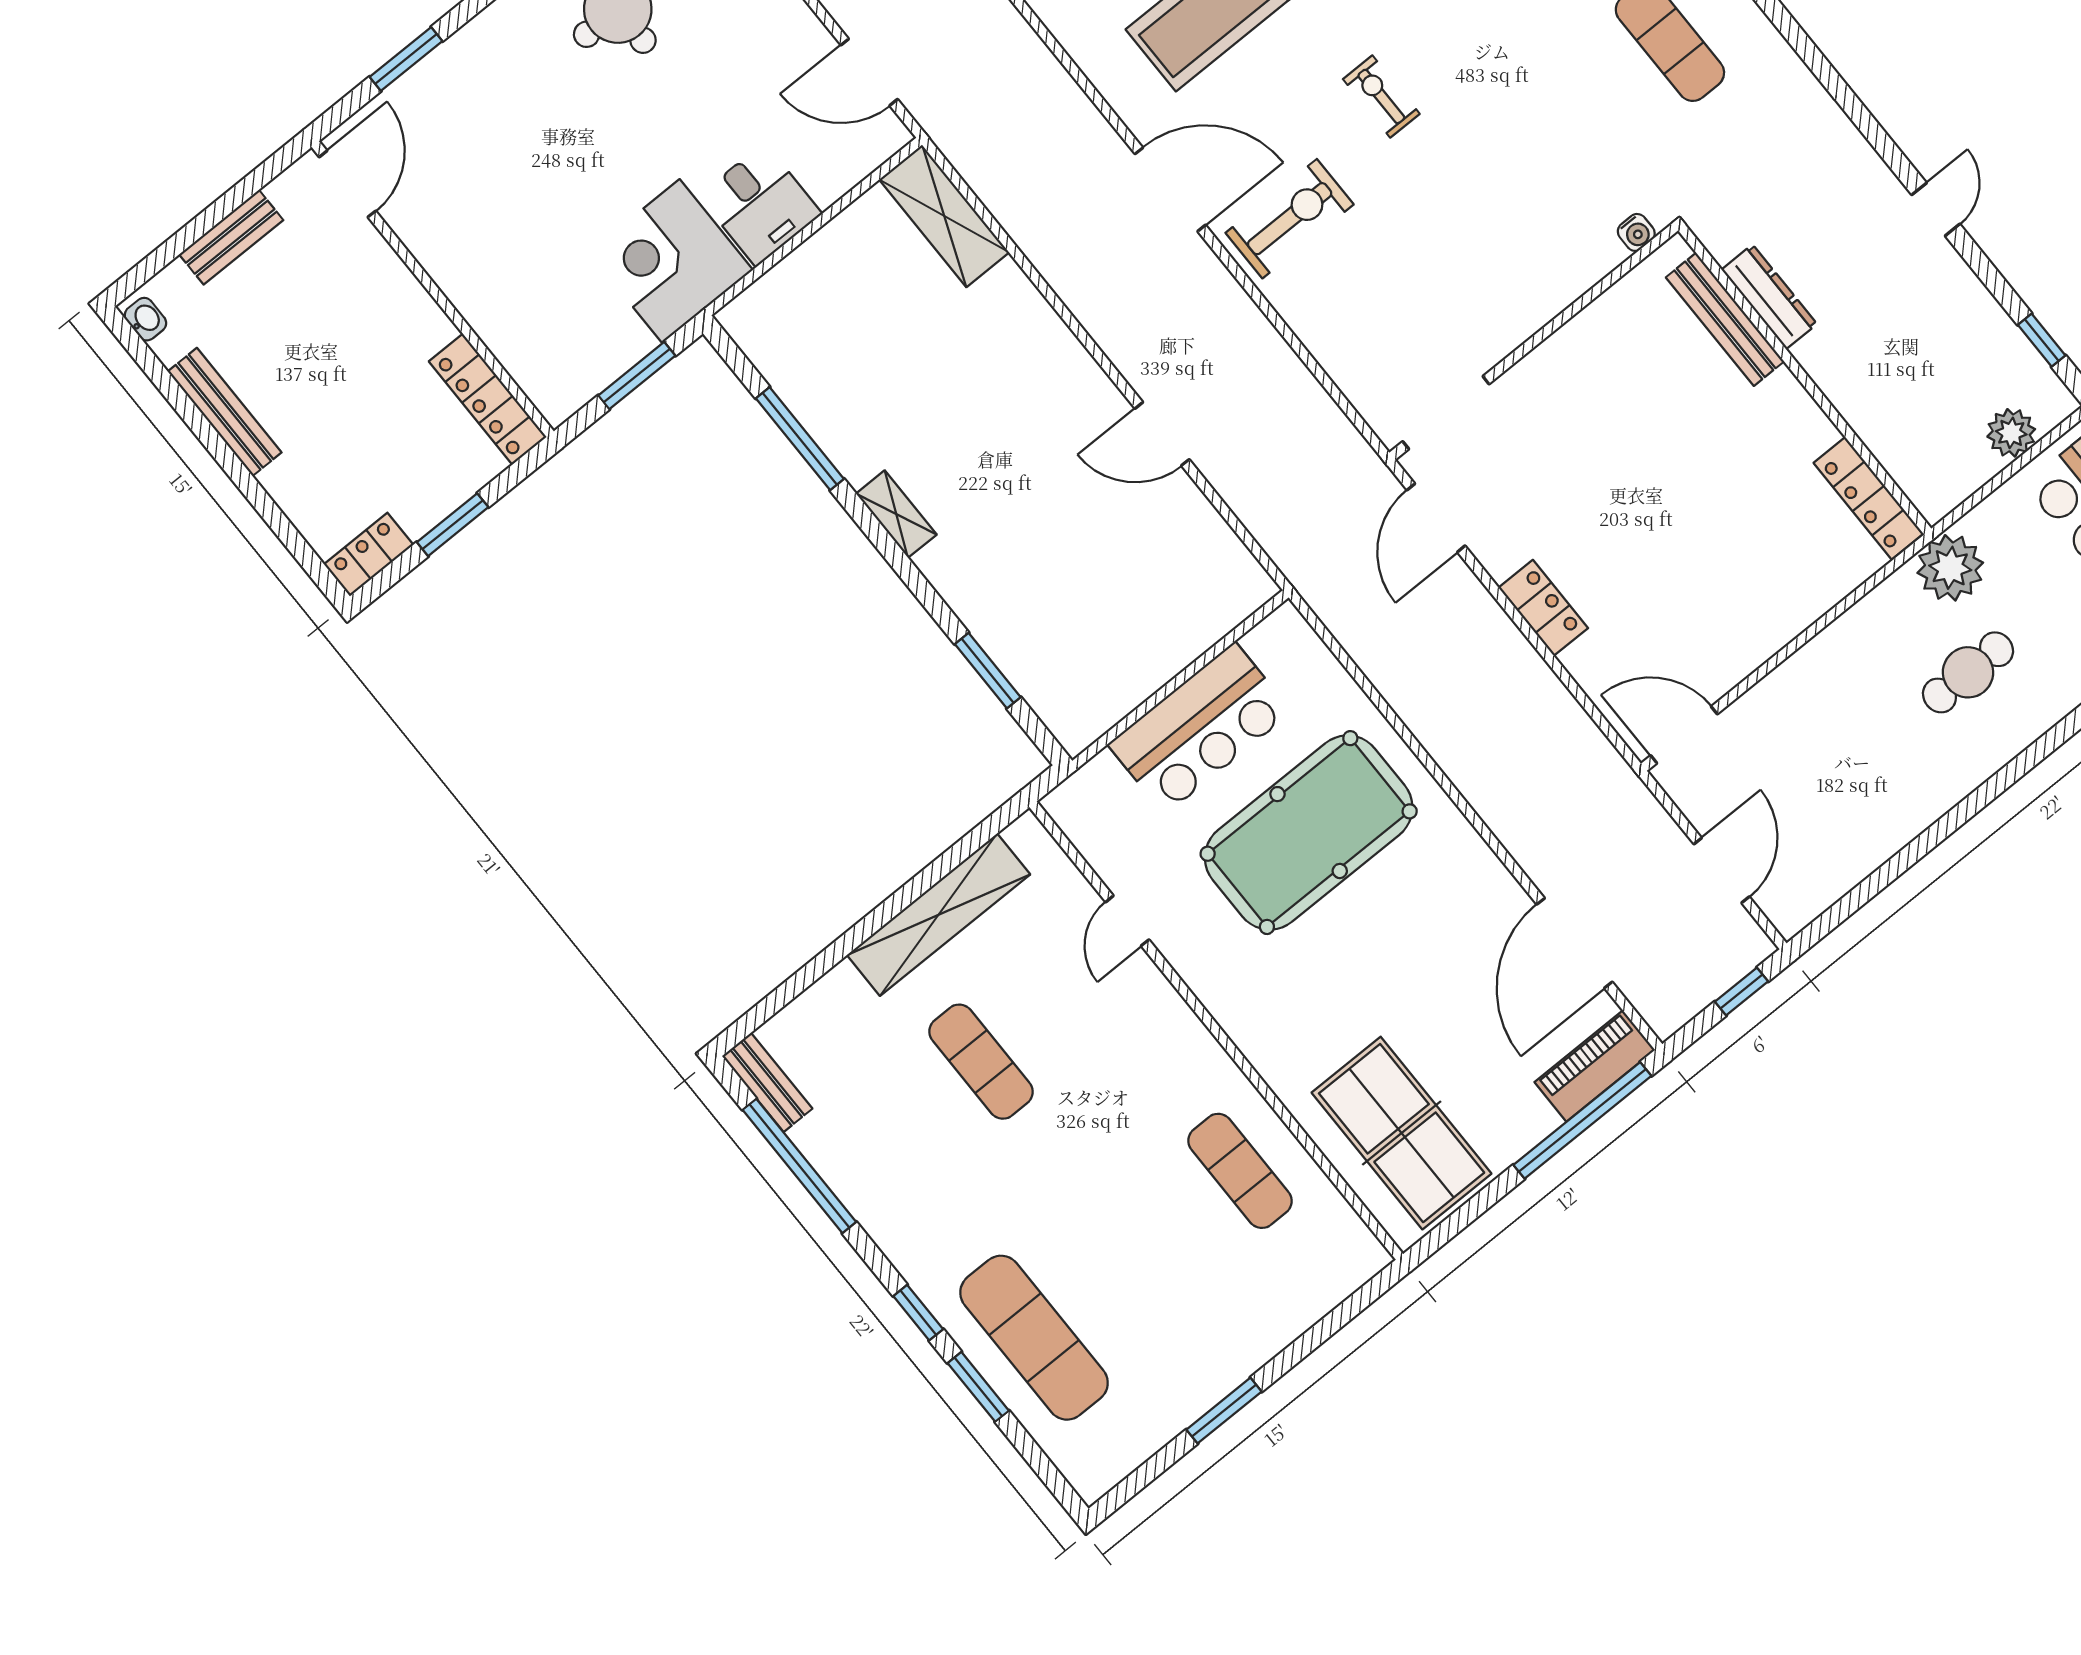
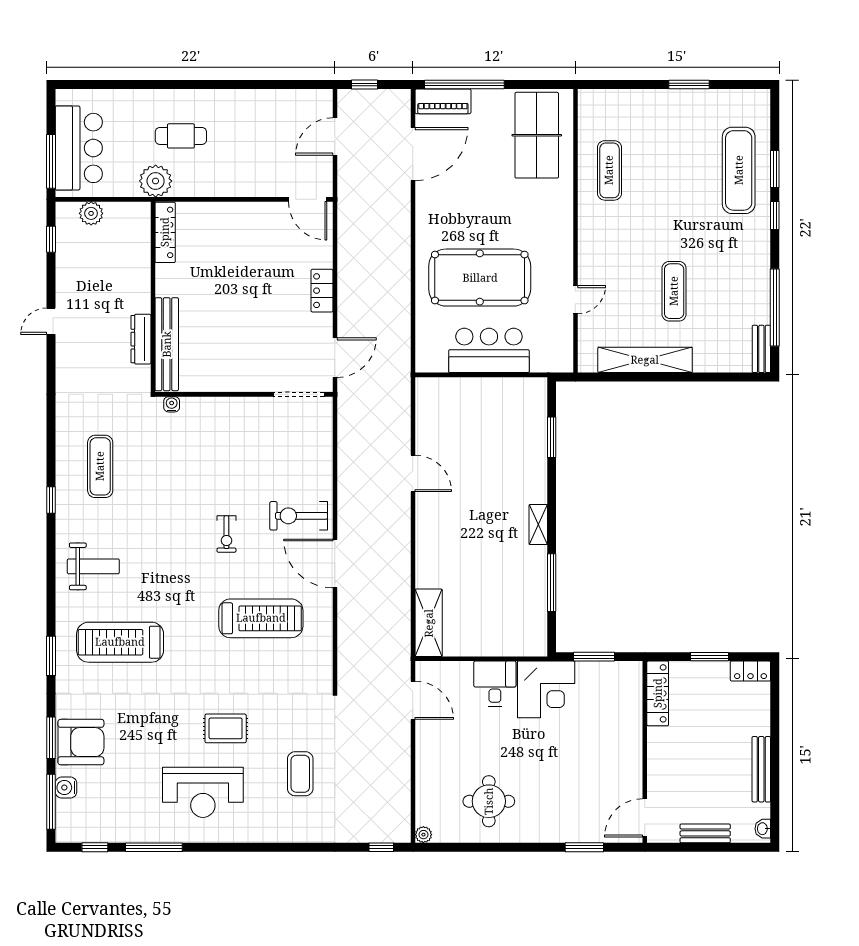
bench: (1725, 319) -> (167, 344), width x1.37, depth x1.21

